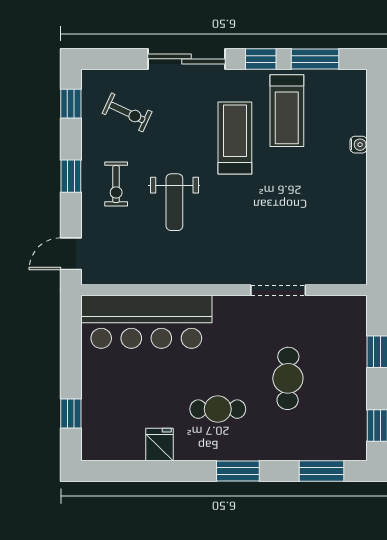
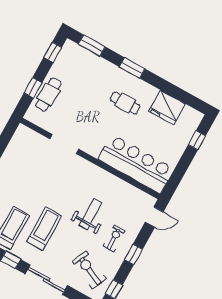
exercise bike: (127, 112) -> (89, 270), width x1.38, depth x1.39
treadmill: (235, 138) -> (44, 229), turned 180
cafe table: (288, 378) -> (48, 94), moved
fridge: (160, 445) -> (167, 107), width x1.88, depth x1.34

